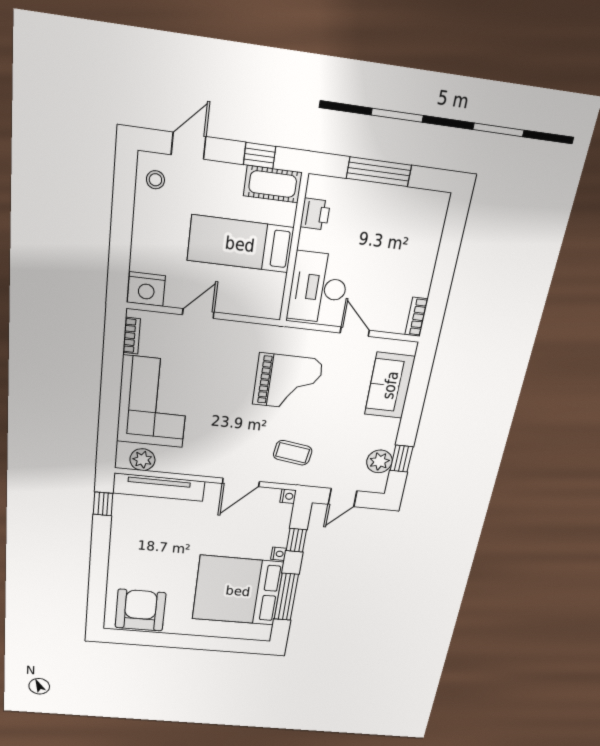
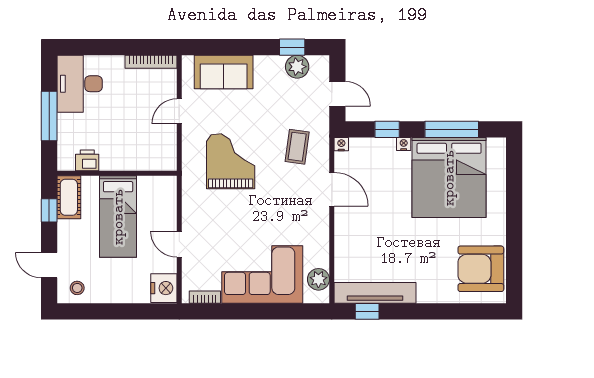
desk: (318, 288) -> (80, 84), moved, turned 90
bookcase: (416, 317) -> (151, 62), width x1.56
tv unit: (159, 487) -> (375, 293), moved, turned -90

